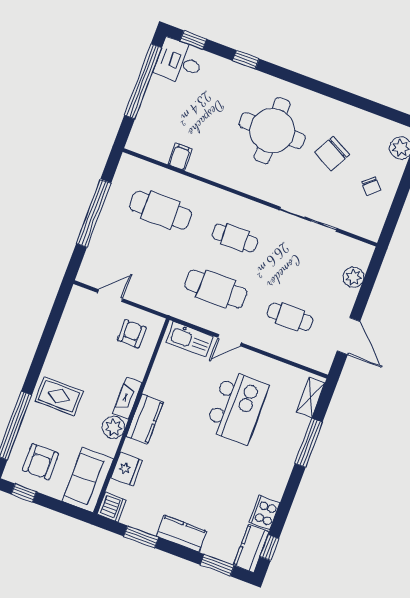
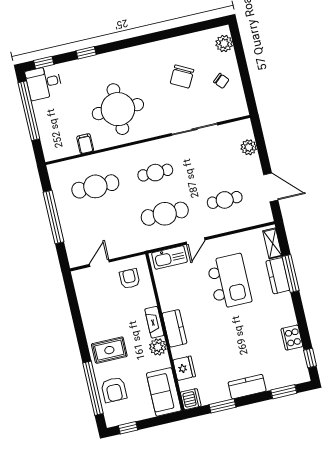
round table: (272, 131) -> (118, 109), moved
armchair: (41, 462) -> (114, 390), moved
kitchen counter: (251, 549) -> (278, 276), moved

